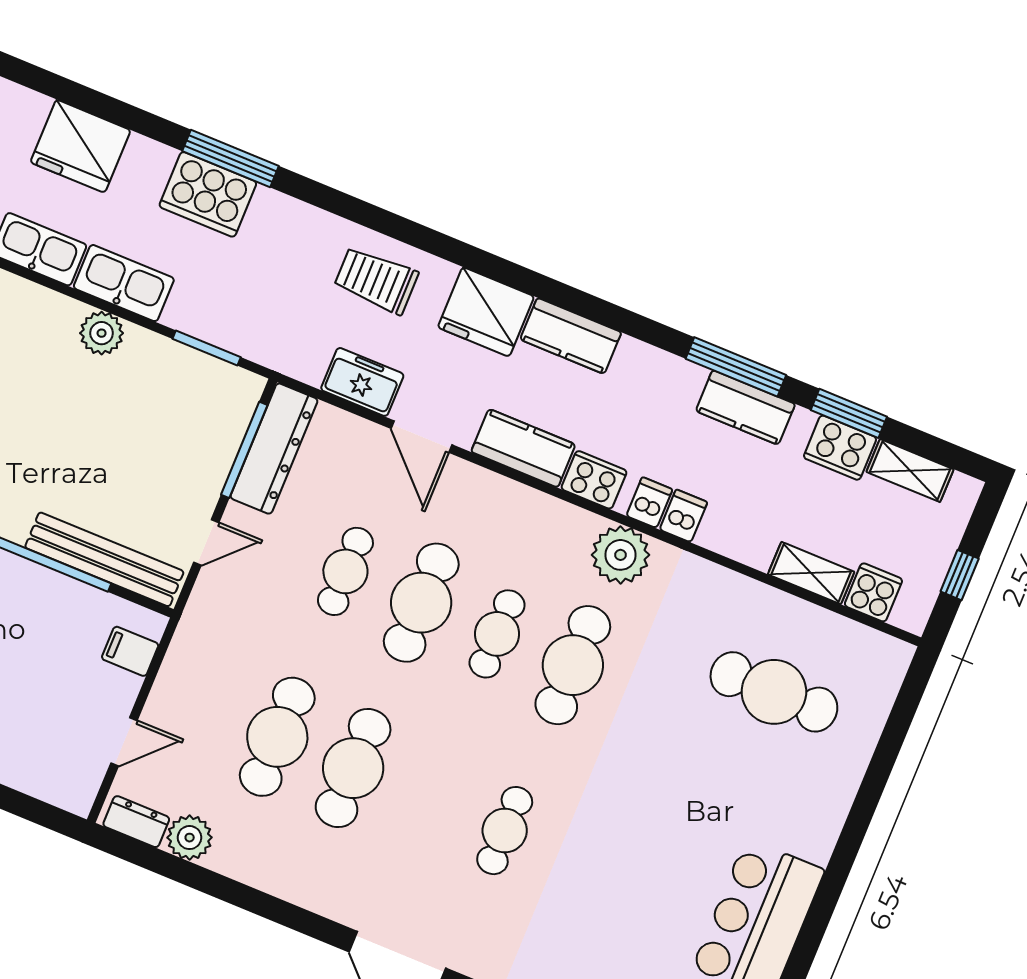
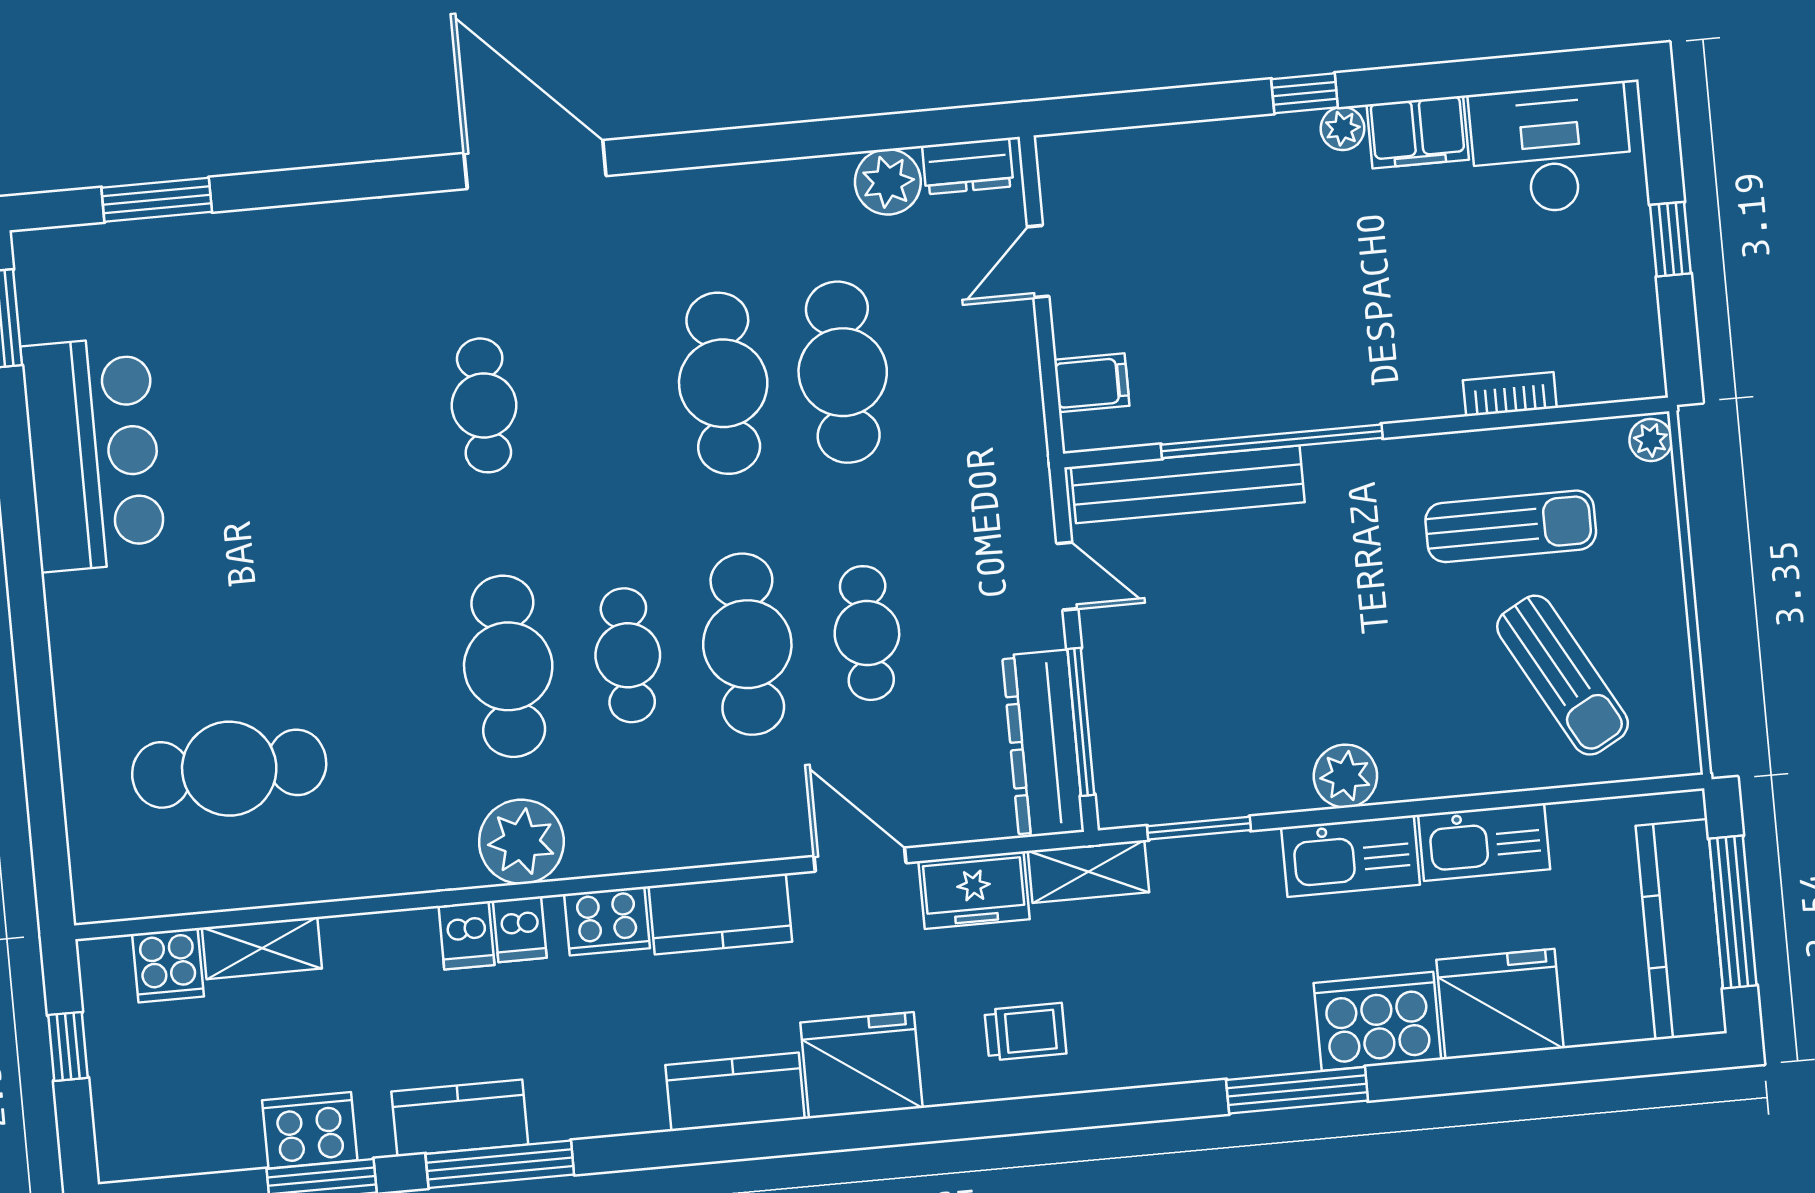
cooker: (208, 194) -> (1377, 1021), moved
trolley: (376, 280) -> (1025, 1032), width x0.73, depth x0.72
shelving: (910, 471) -> (1088, 872), moved
door: (206, 542) -> (1067, 576), swing flipped

